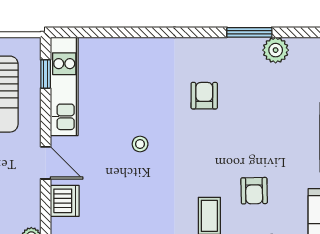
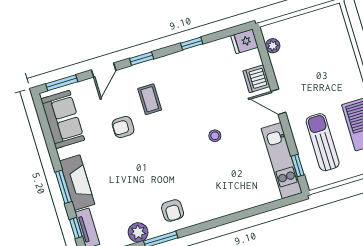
armchair: (204, 96) -> (173, 210), moved
armchair: (254, 191) -> (123, 127), turned -89

